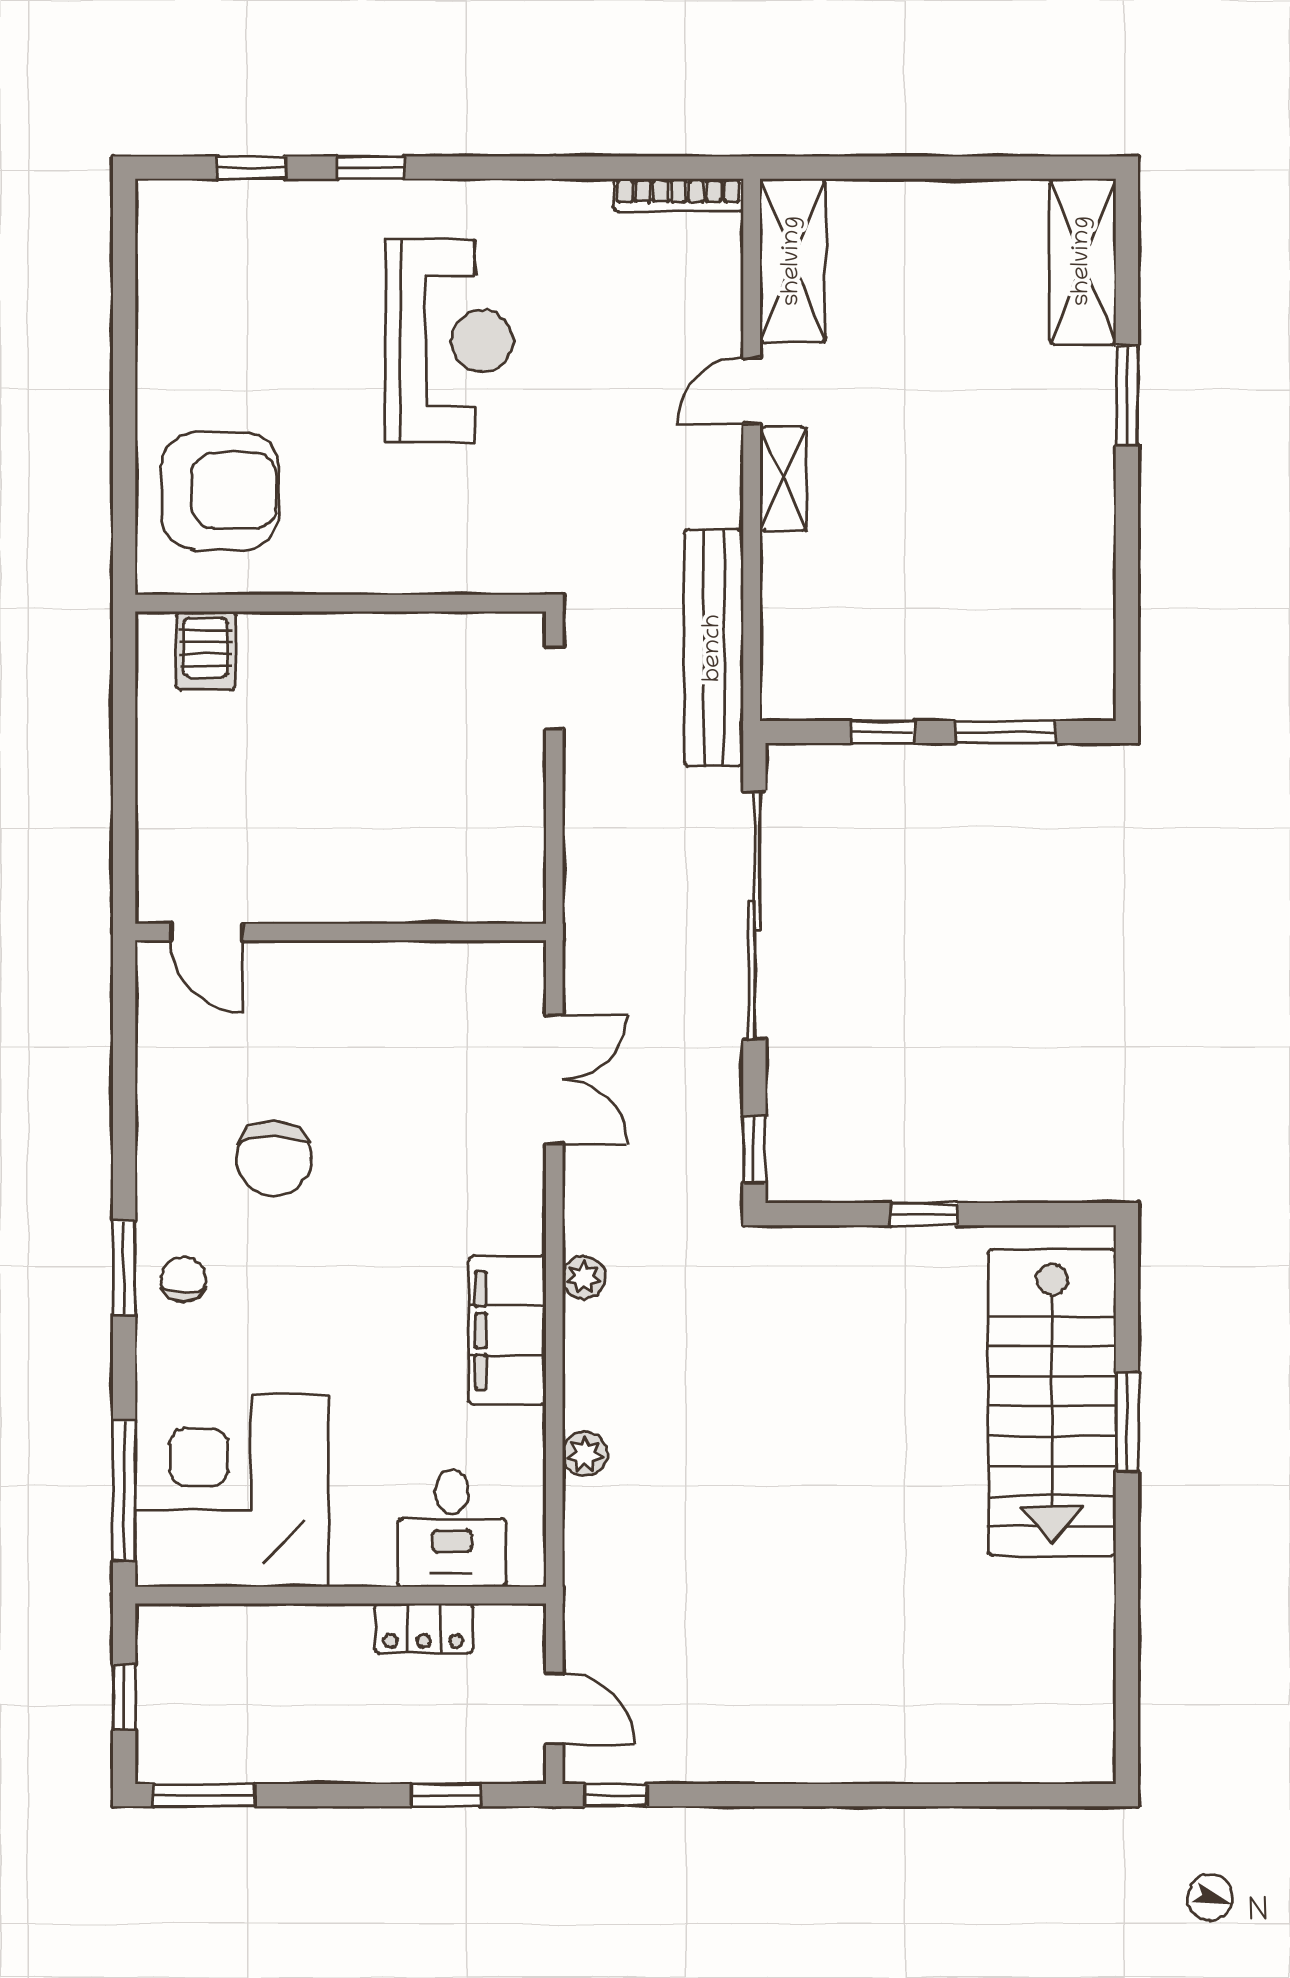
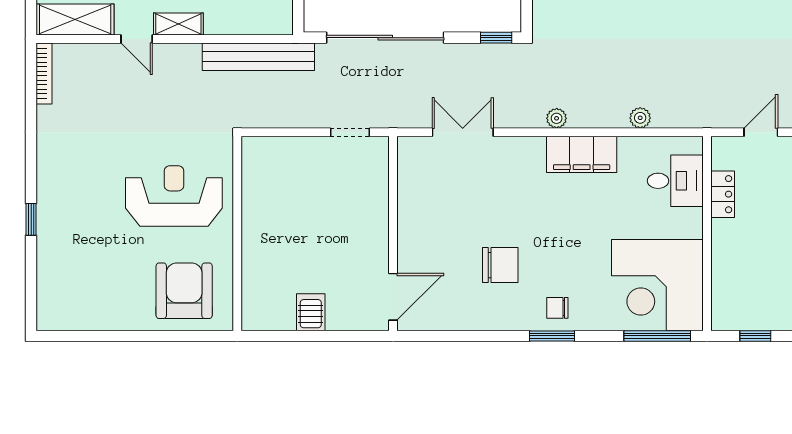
window: (251, 168) -> (31, 276), removed
reception desk: (449, 341) -> (174, 196), moved
server rack: (206, 651) -> (311, 312), moved, turned -90
doorway: (554, 688) -> (350, 132), moved
door: (207, 932) -> (393, 297), width x1.38

